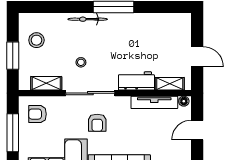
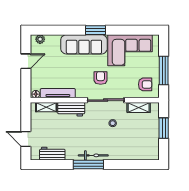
bicycle: (88, 19) -> (93, 155), moved
workbench: (162, 22) -> (52, 154), added
stool: (36, 40) -> (146, 140), removed
door: (197, 57) -> (26, 139), moved
door: (197, 130) -> (26, 61), moved

